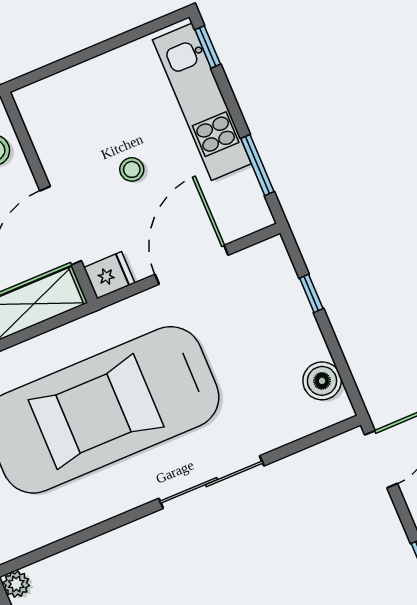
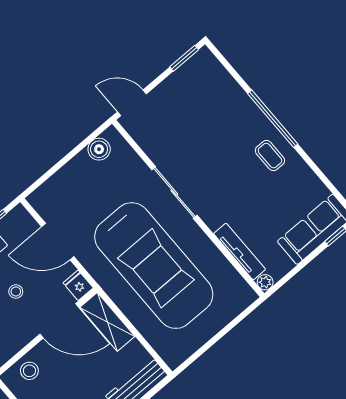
window: (311, 293) -> (53, 171), removed
tv unit: (80, 558) -> (240, 251), added

